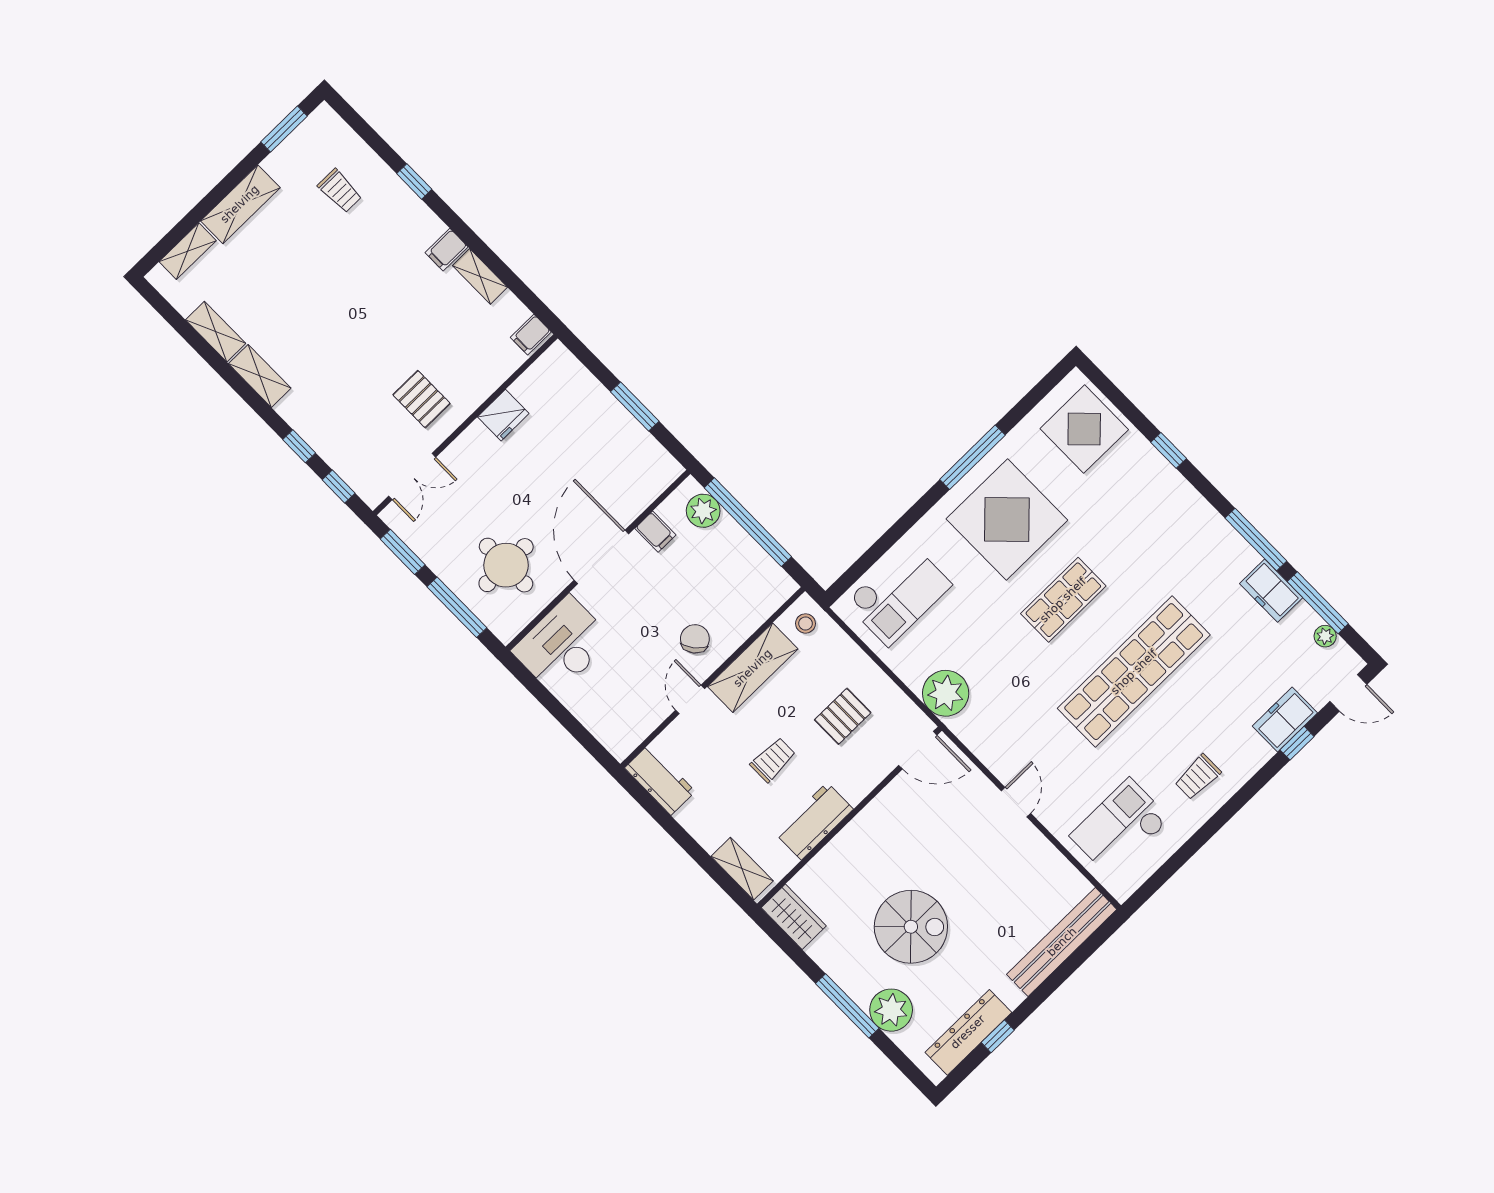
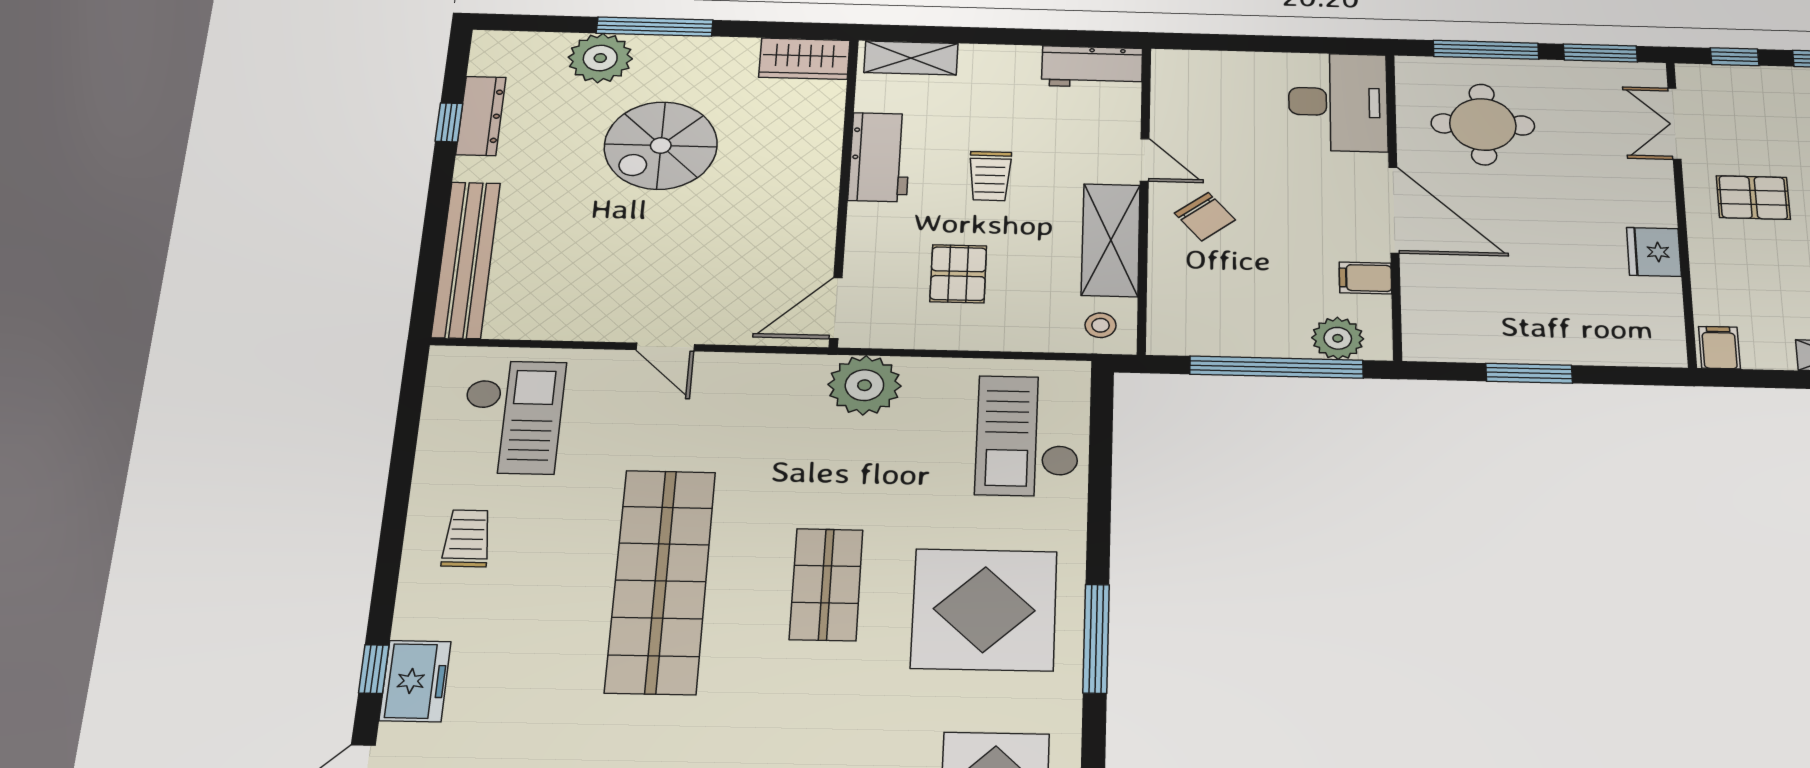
dresser: (968, 1032) -> (481, 116), width x0.73, depth x0.80

